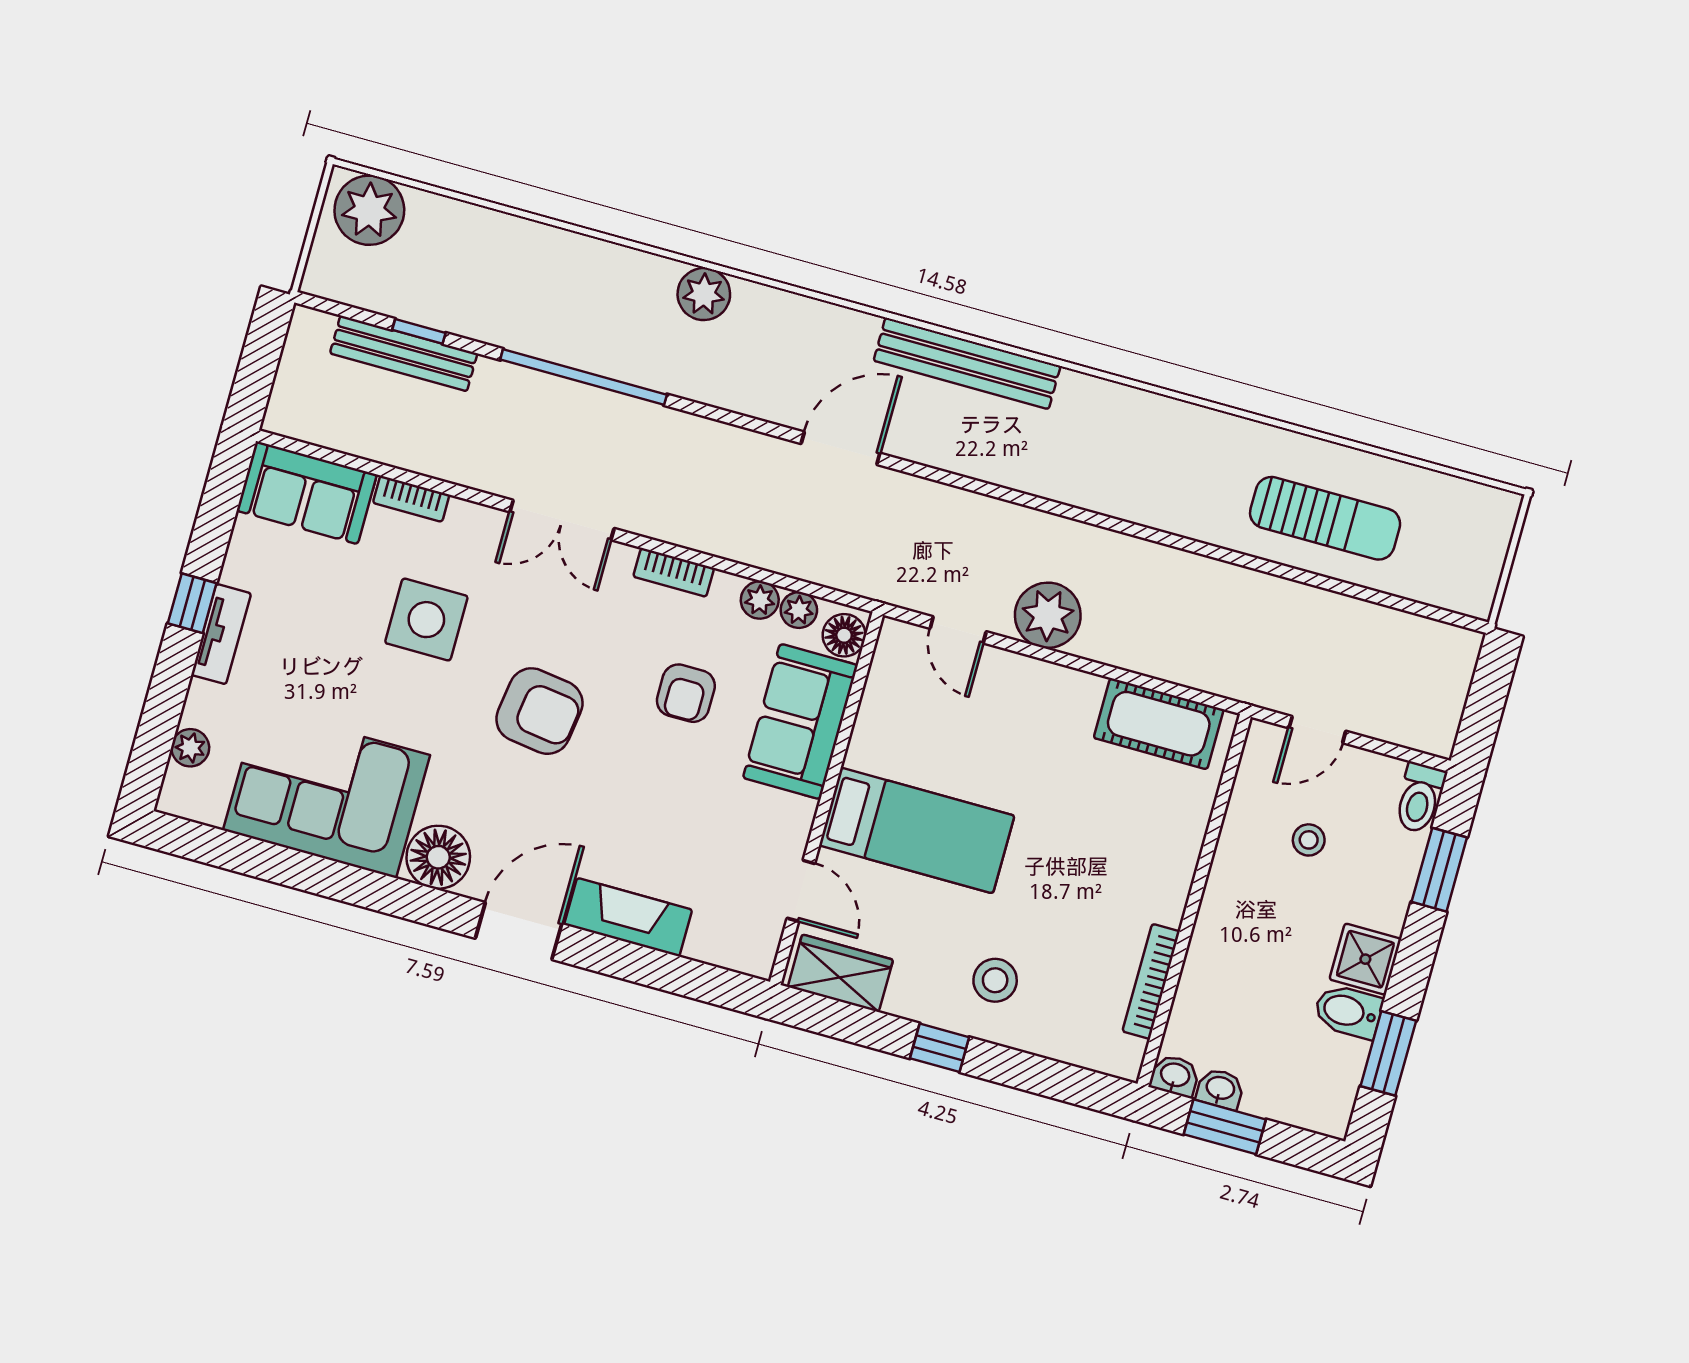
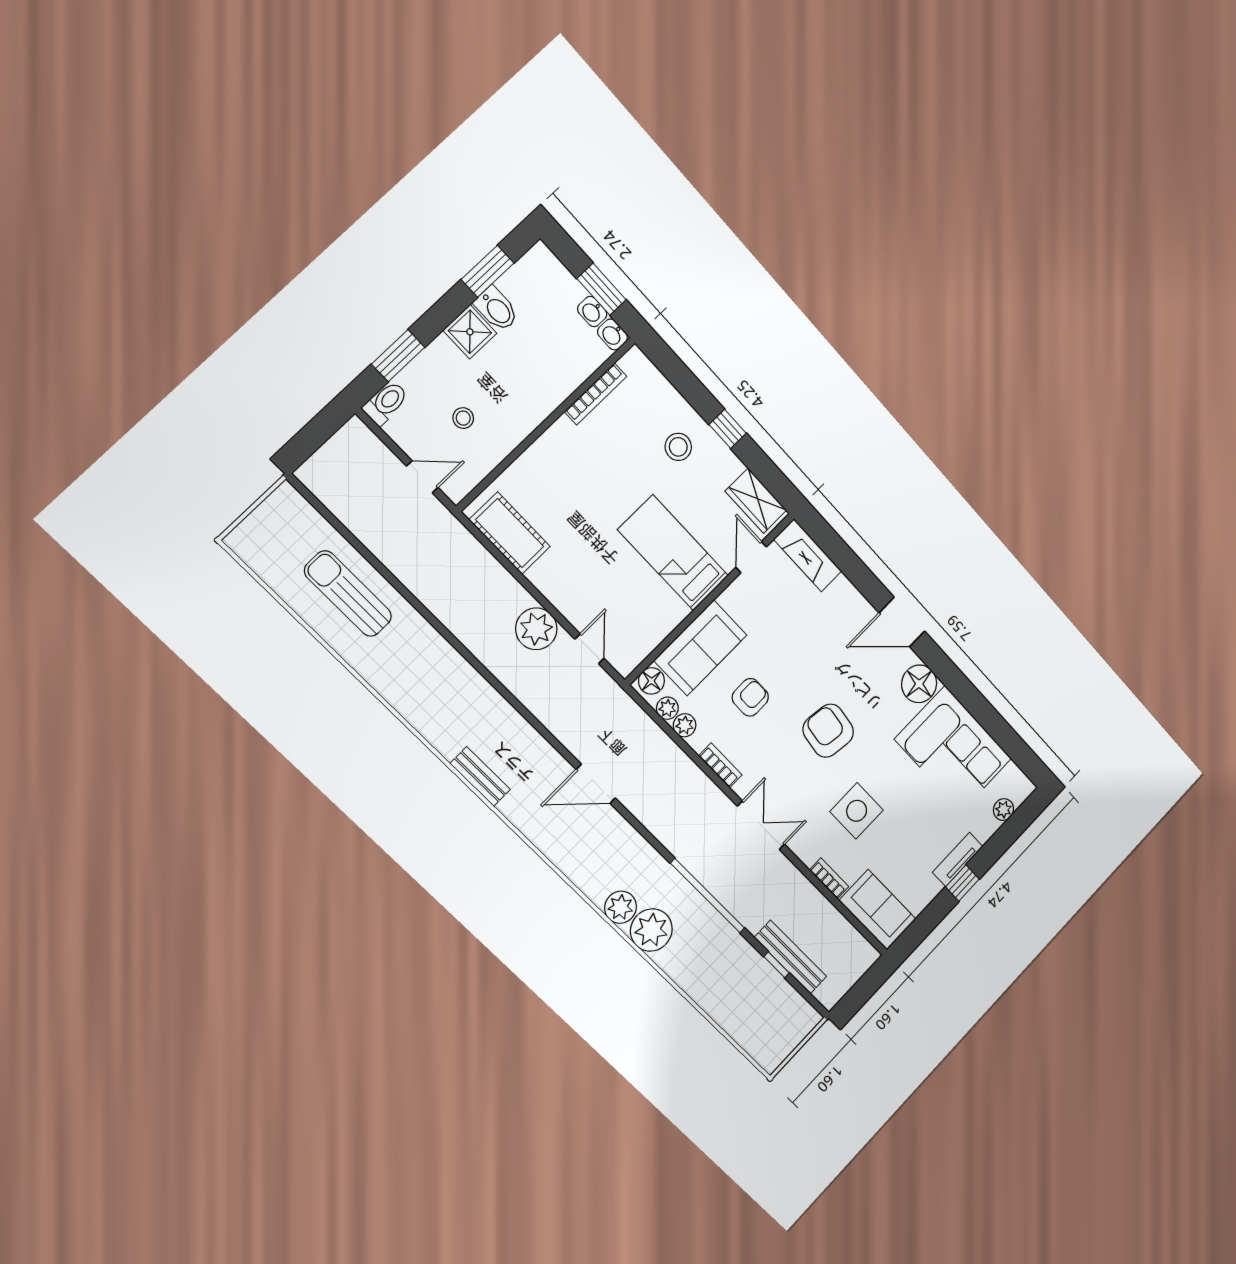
plant: (369, 210) -> (651, 930), moved
bench: (967, 363) -> (480, 776), width x0.54, depth x0.82
fireplace: (628, 917) -> (808, 555), moved

